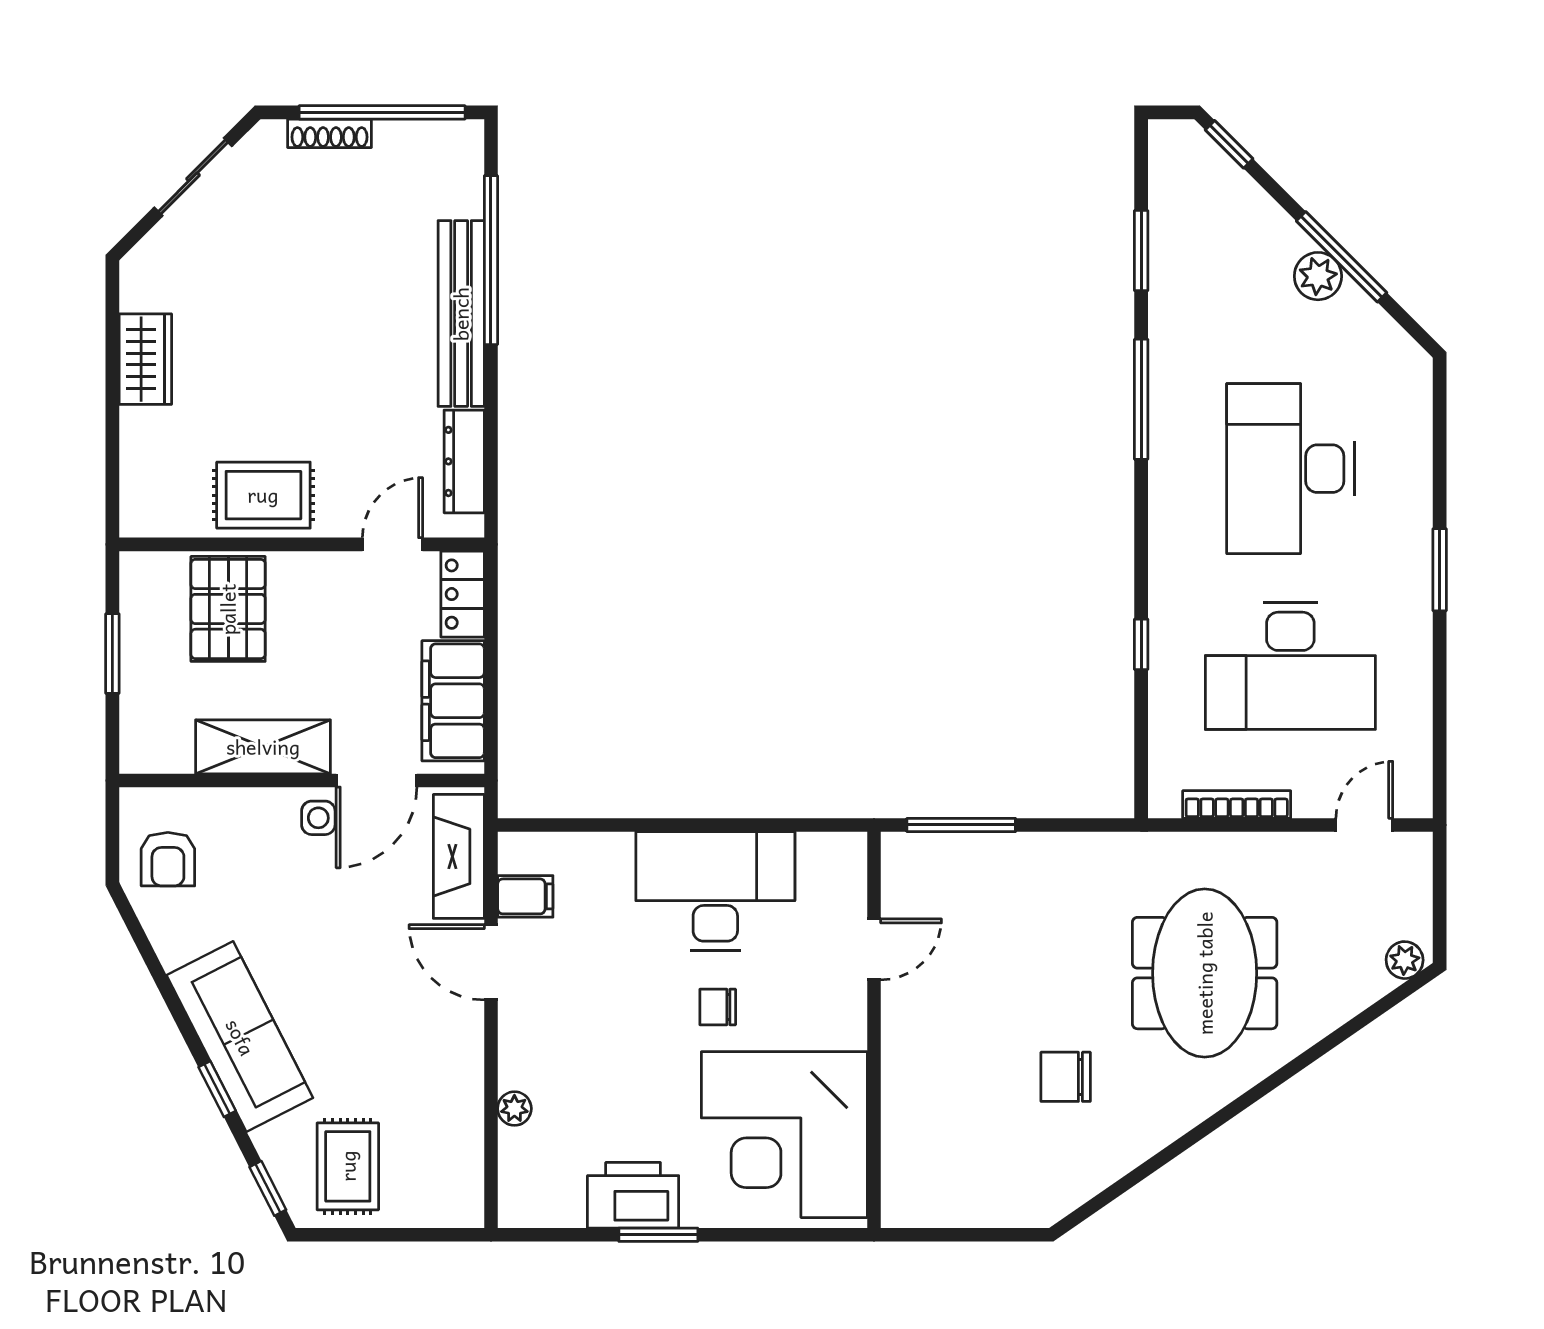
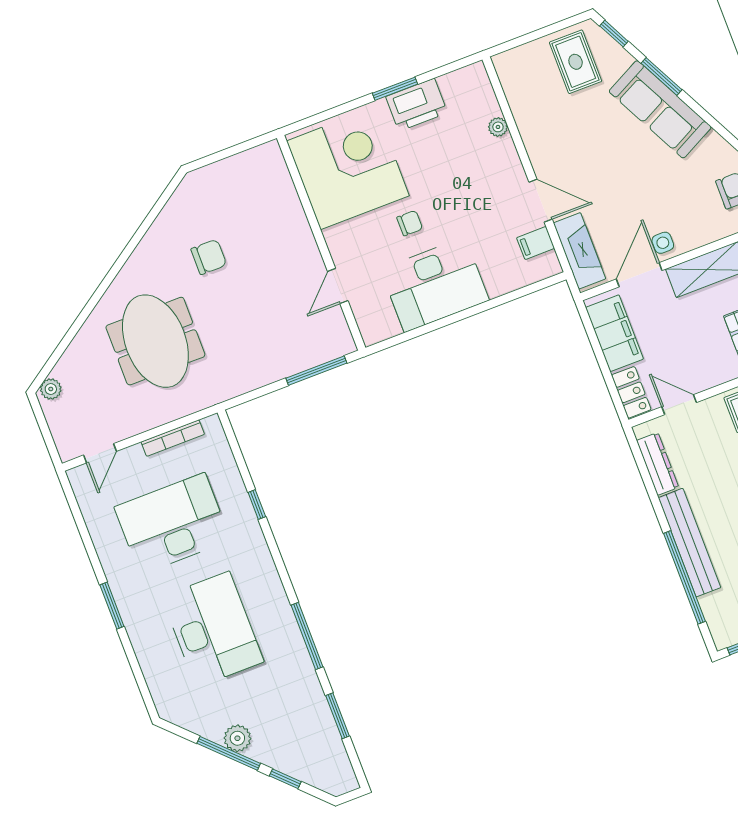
window: (1229, 144) -> (285, 779), moved
door: (392, 544) -> (679, 405), swing flipped
window: (217, 1089) -> (662, 76), width x1.50

